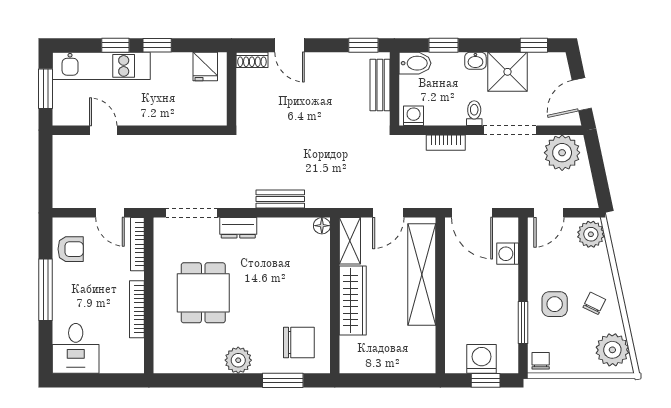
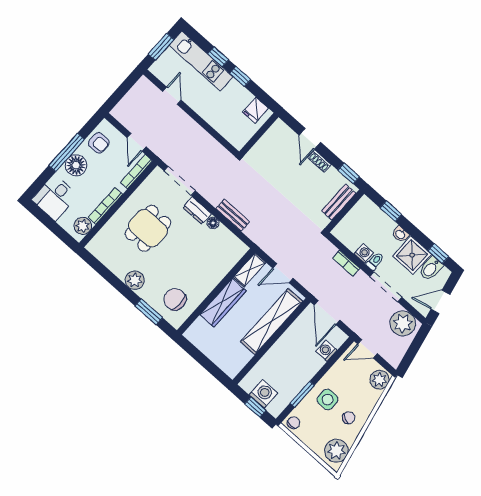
shoe rack: (252, 60) -> (319, 161), moved
bidet: (415, 63) -> (431, 268), moved, turned 90
washing machine: (414, 116) -> (364, 253), moved
floor lamp: (322, 226) -> (213, 223), moved
floor lamp: (68, 294) -> (76, 165), added
chair: (299, 343) -> (175, 299), turned 180
plant: (132, 352) -> (83, 226), added

